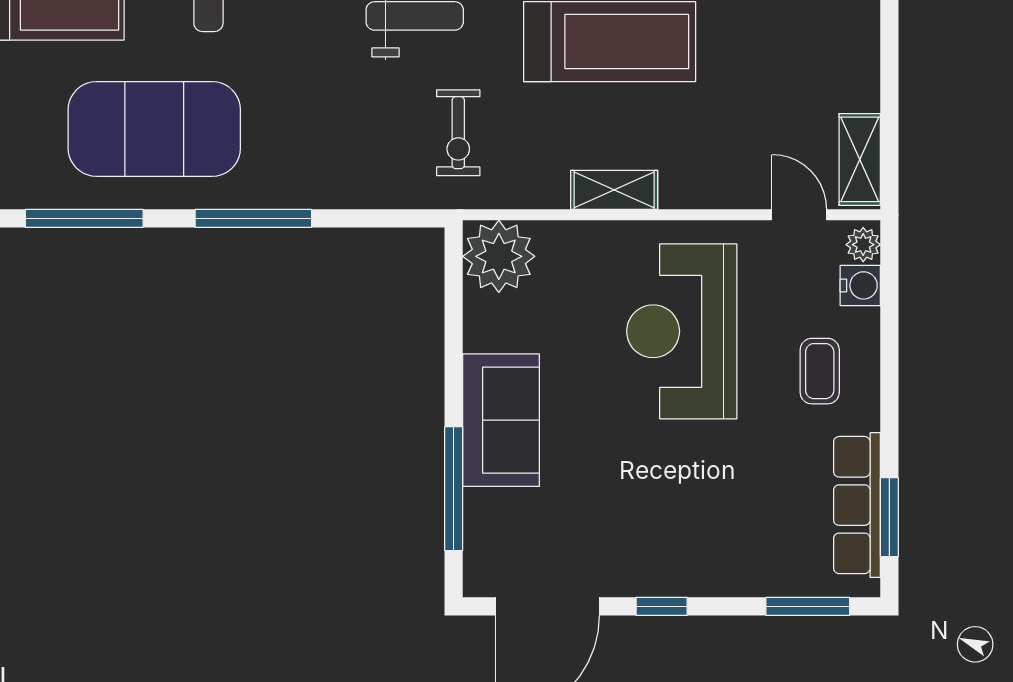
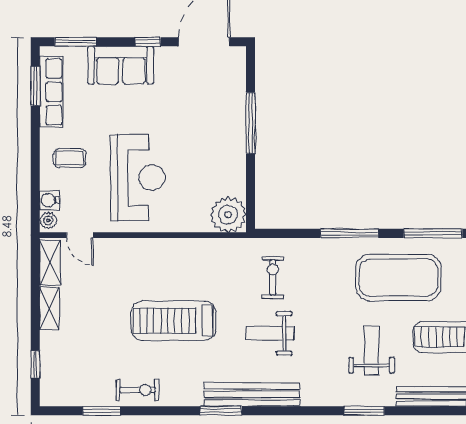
exercise bike: (458, 133) -> (273, 277), moved
shelving: (614, 190) -> (49, 308), moved, turned 90
coffee table: (820, 371) -> (70, 158), turned 90
sofa: (501, 420) -> (121, 65), moved, turned -90
window: (454, 489) -> (251, 123), moved

